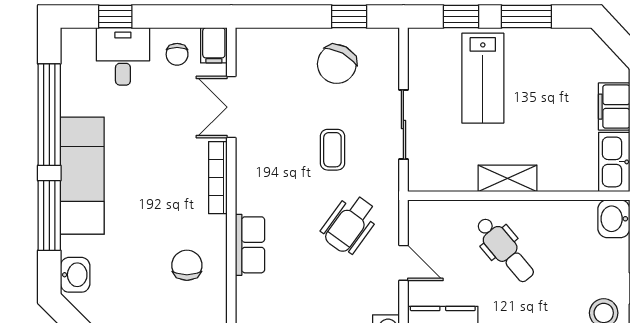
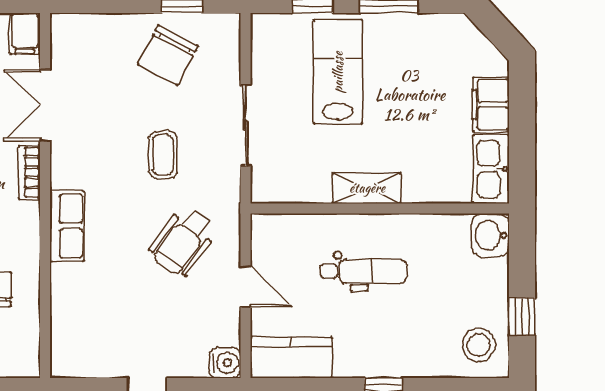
lab bench: (483, 78) -> (338, 72), turned 180
bookcase: (218, 178) -> (30, 172), width x0.64
row of seats: (250, 245) -> (67, 226), moved
dental chair: (505, 250) -> (364, 271), turned -50

